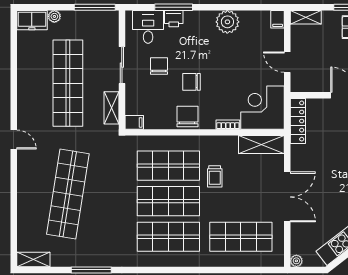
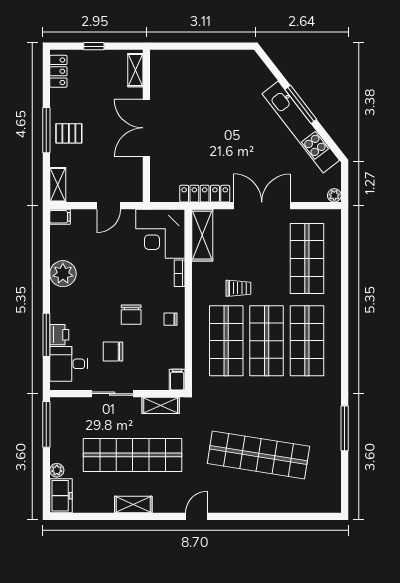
chair: (187, 117) -> (171, 319), width x0.54, depth x0.54
locker: (298, 121) -> (205, 194), moved
shelving: (33, 259) -> (133, 504), moved, turned 90

